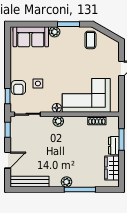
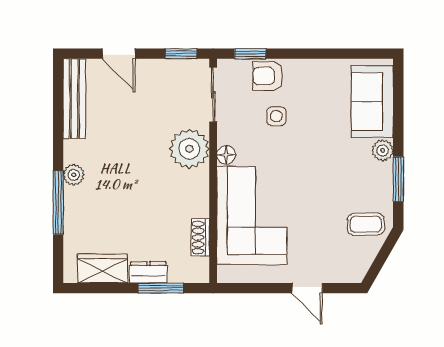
plant: (58, 121) -> (189, 149), width x1.88, depth x1.88

